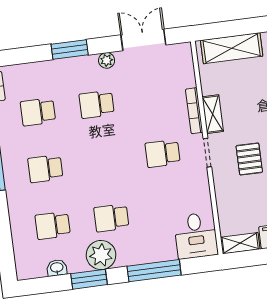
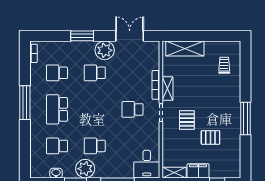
plant: (107, 60) -> (105, 50), width x1.88, depth x1.88
school desk: (45, 169) -> (57, 109), width x1.85

